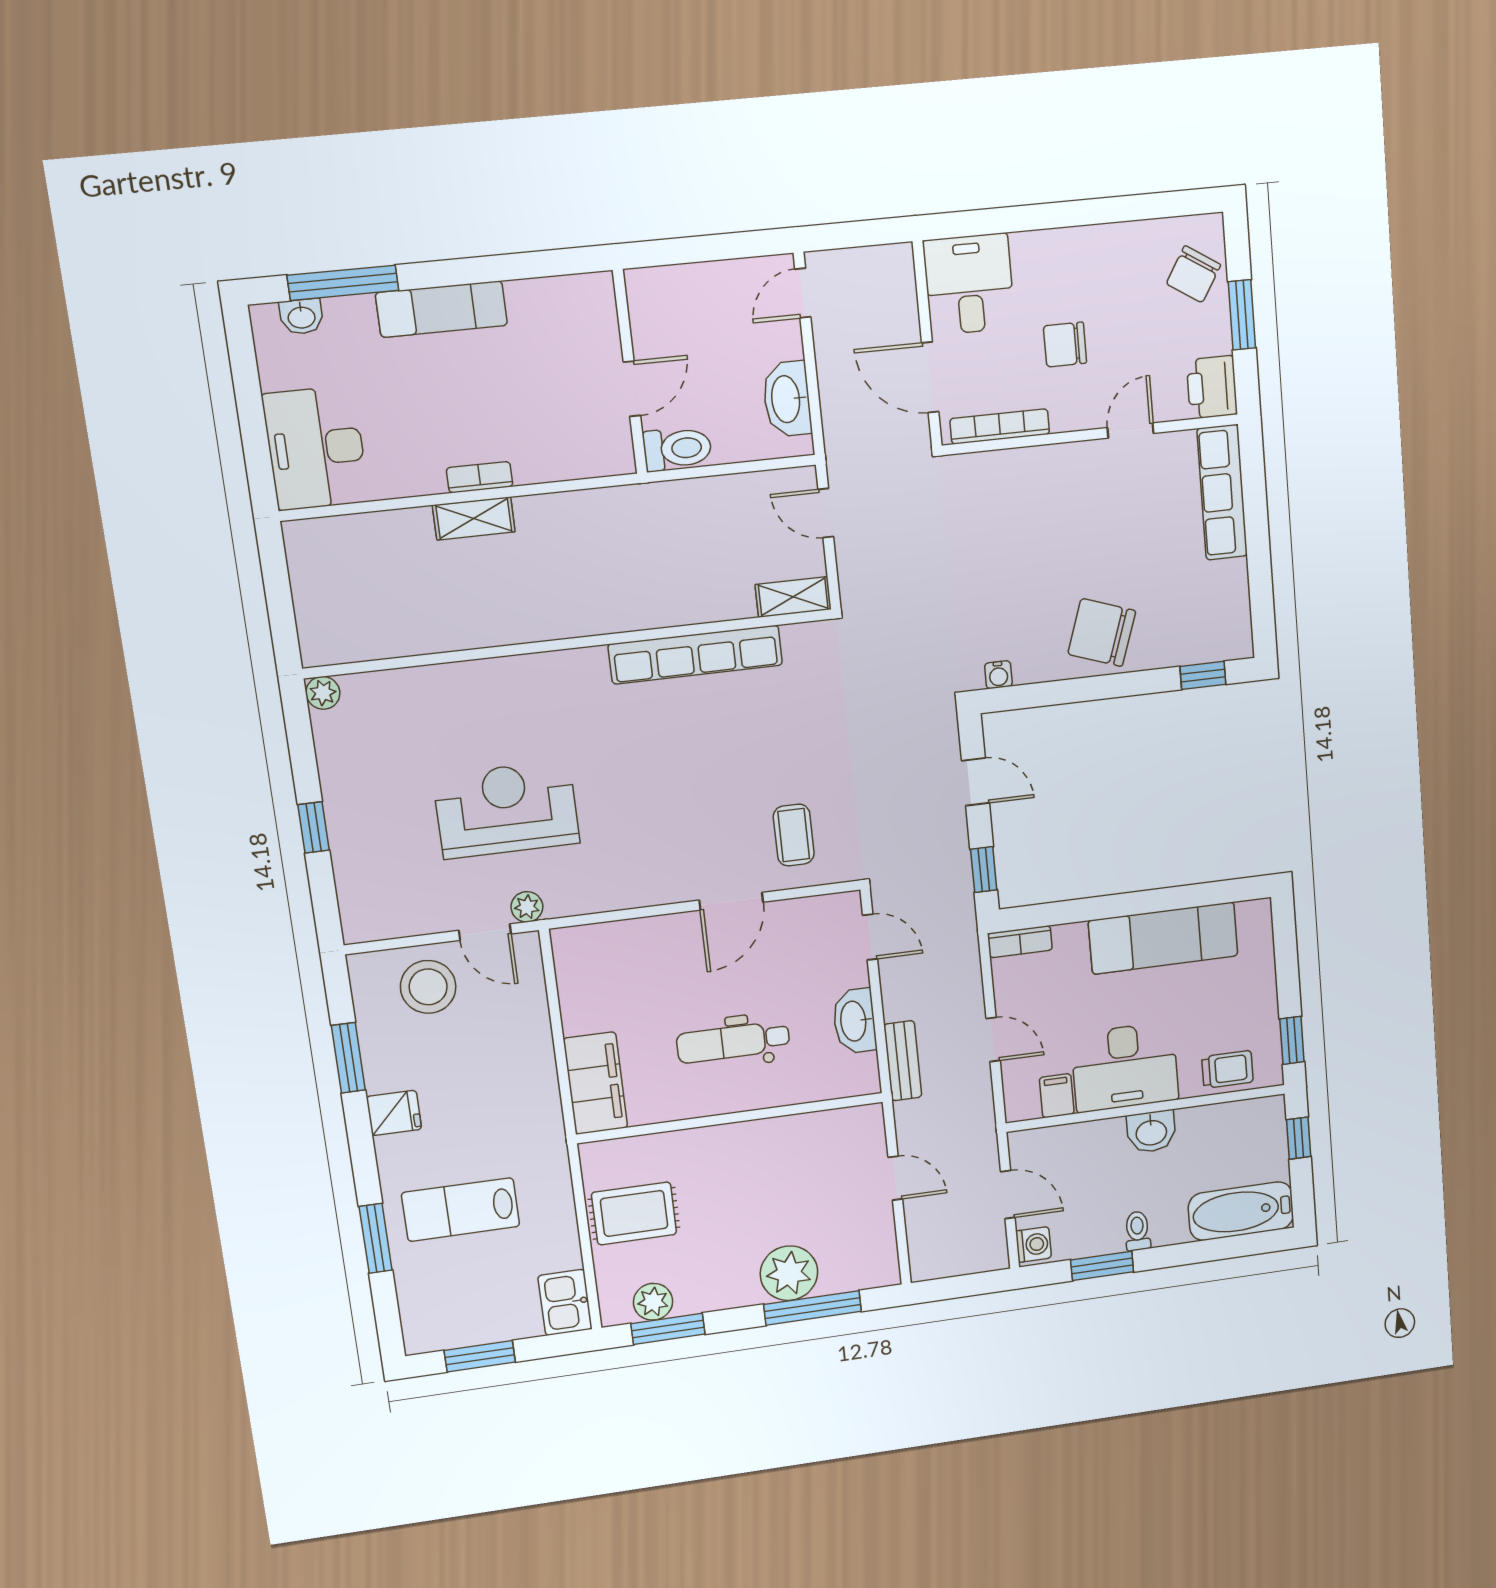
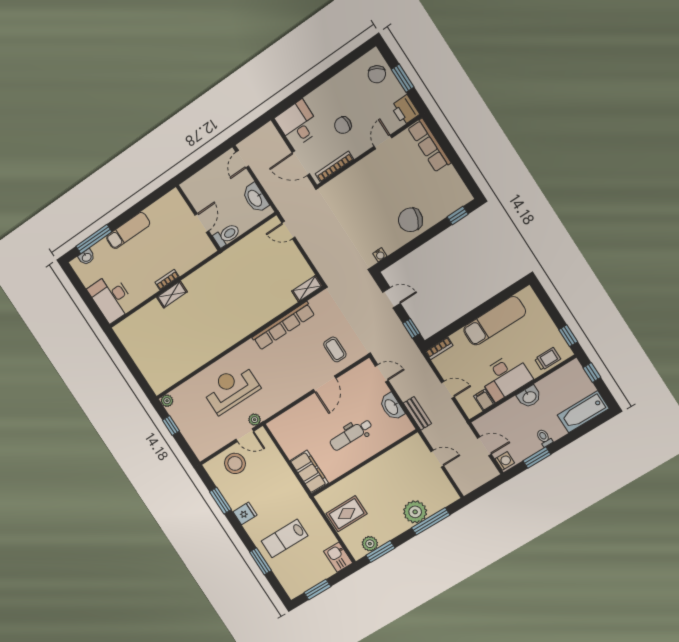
shelving: (793, 597) -> (307, 288), moved
wall: (570, 643) -> (239, 343), moved
row of seats: (696, 655) -> (283, 326), moved
plant: (323, 693) -> (167, 401), moved

